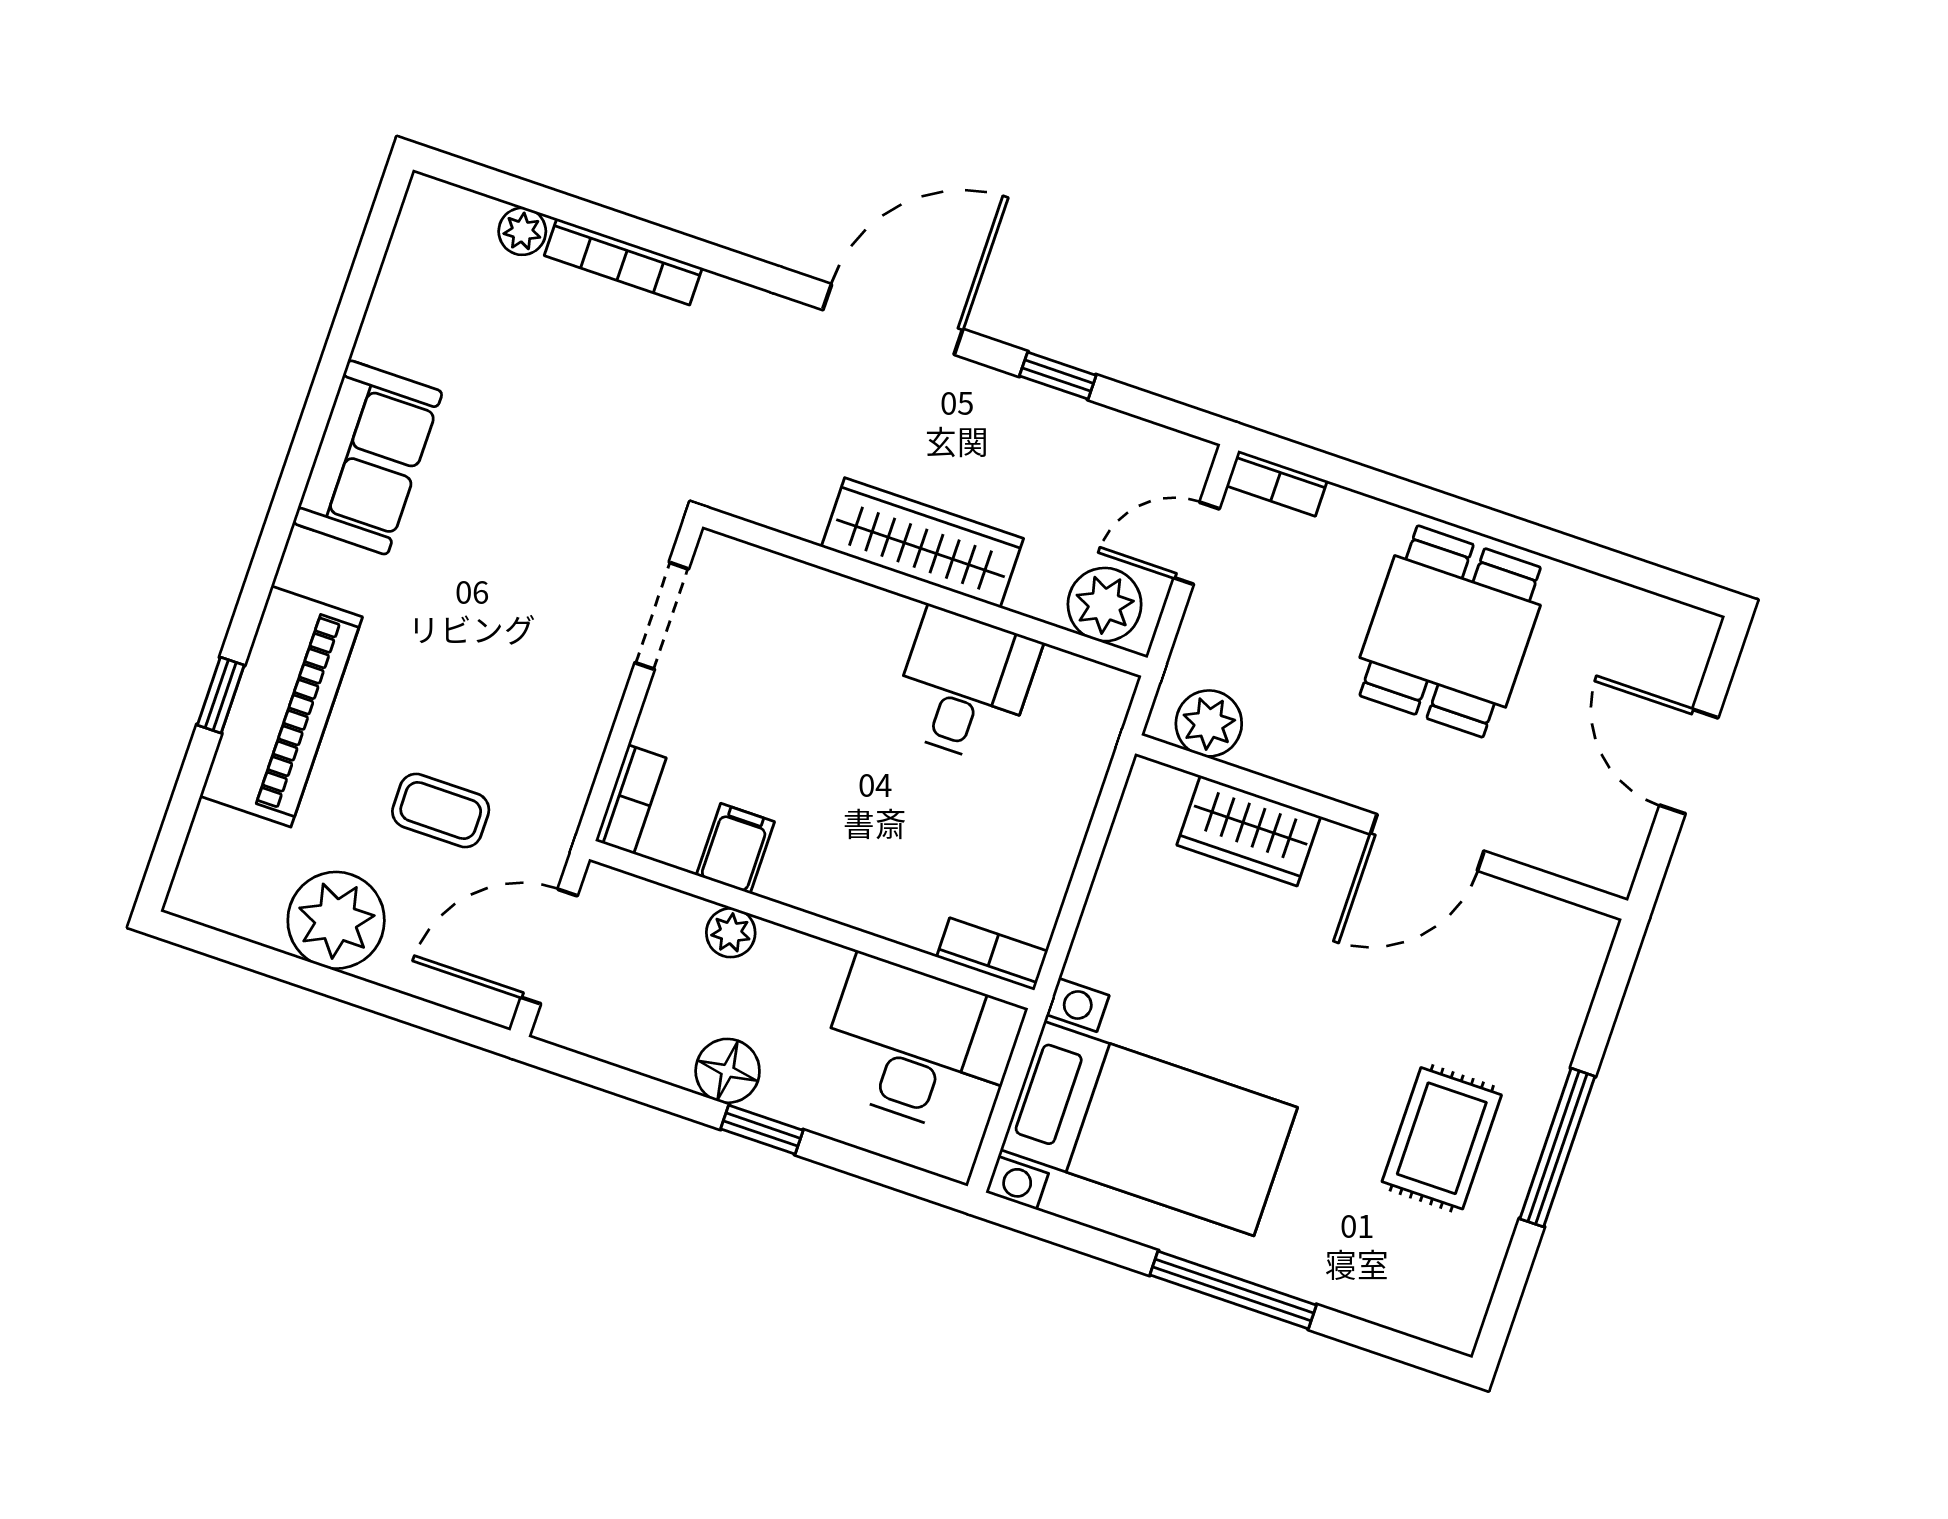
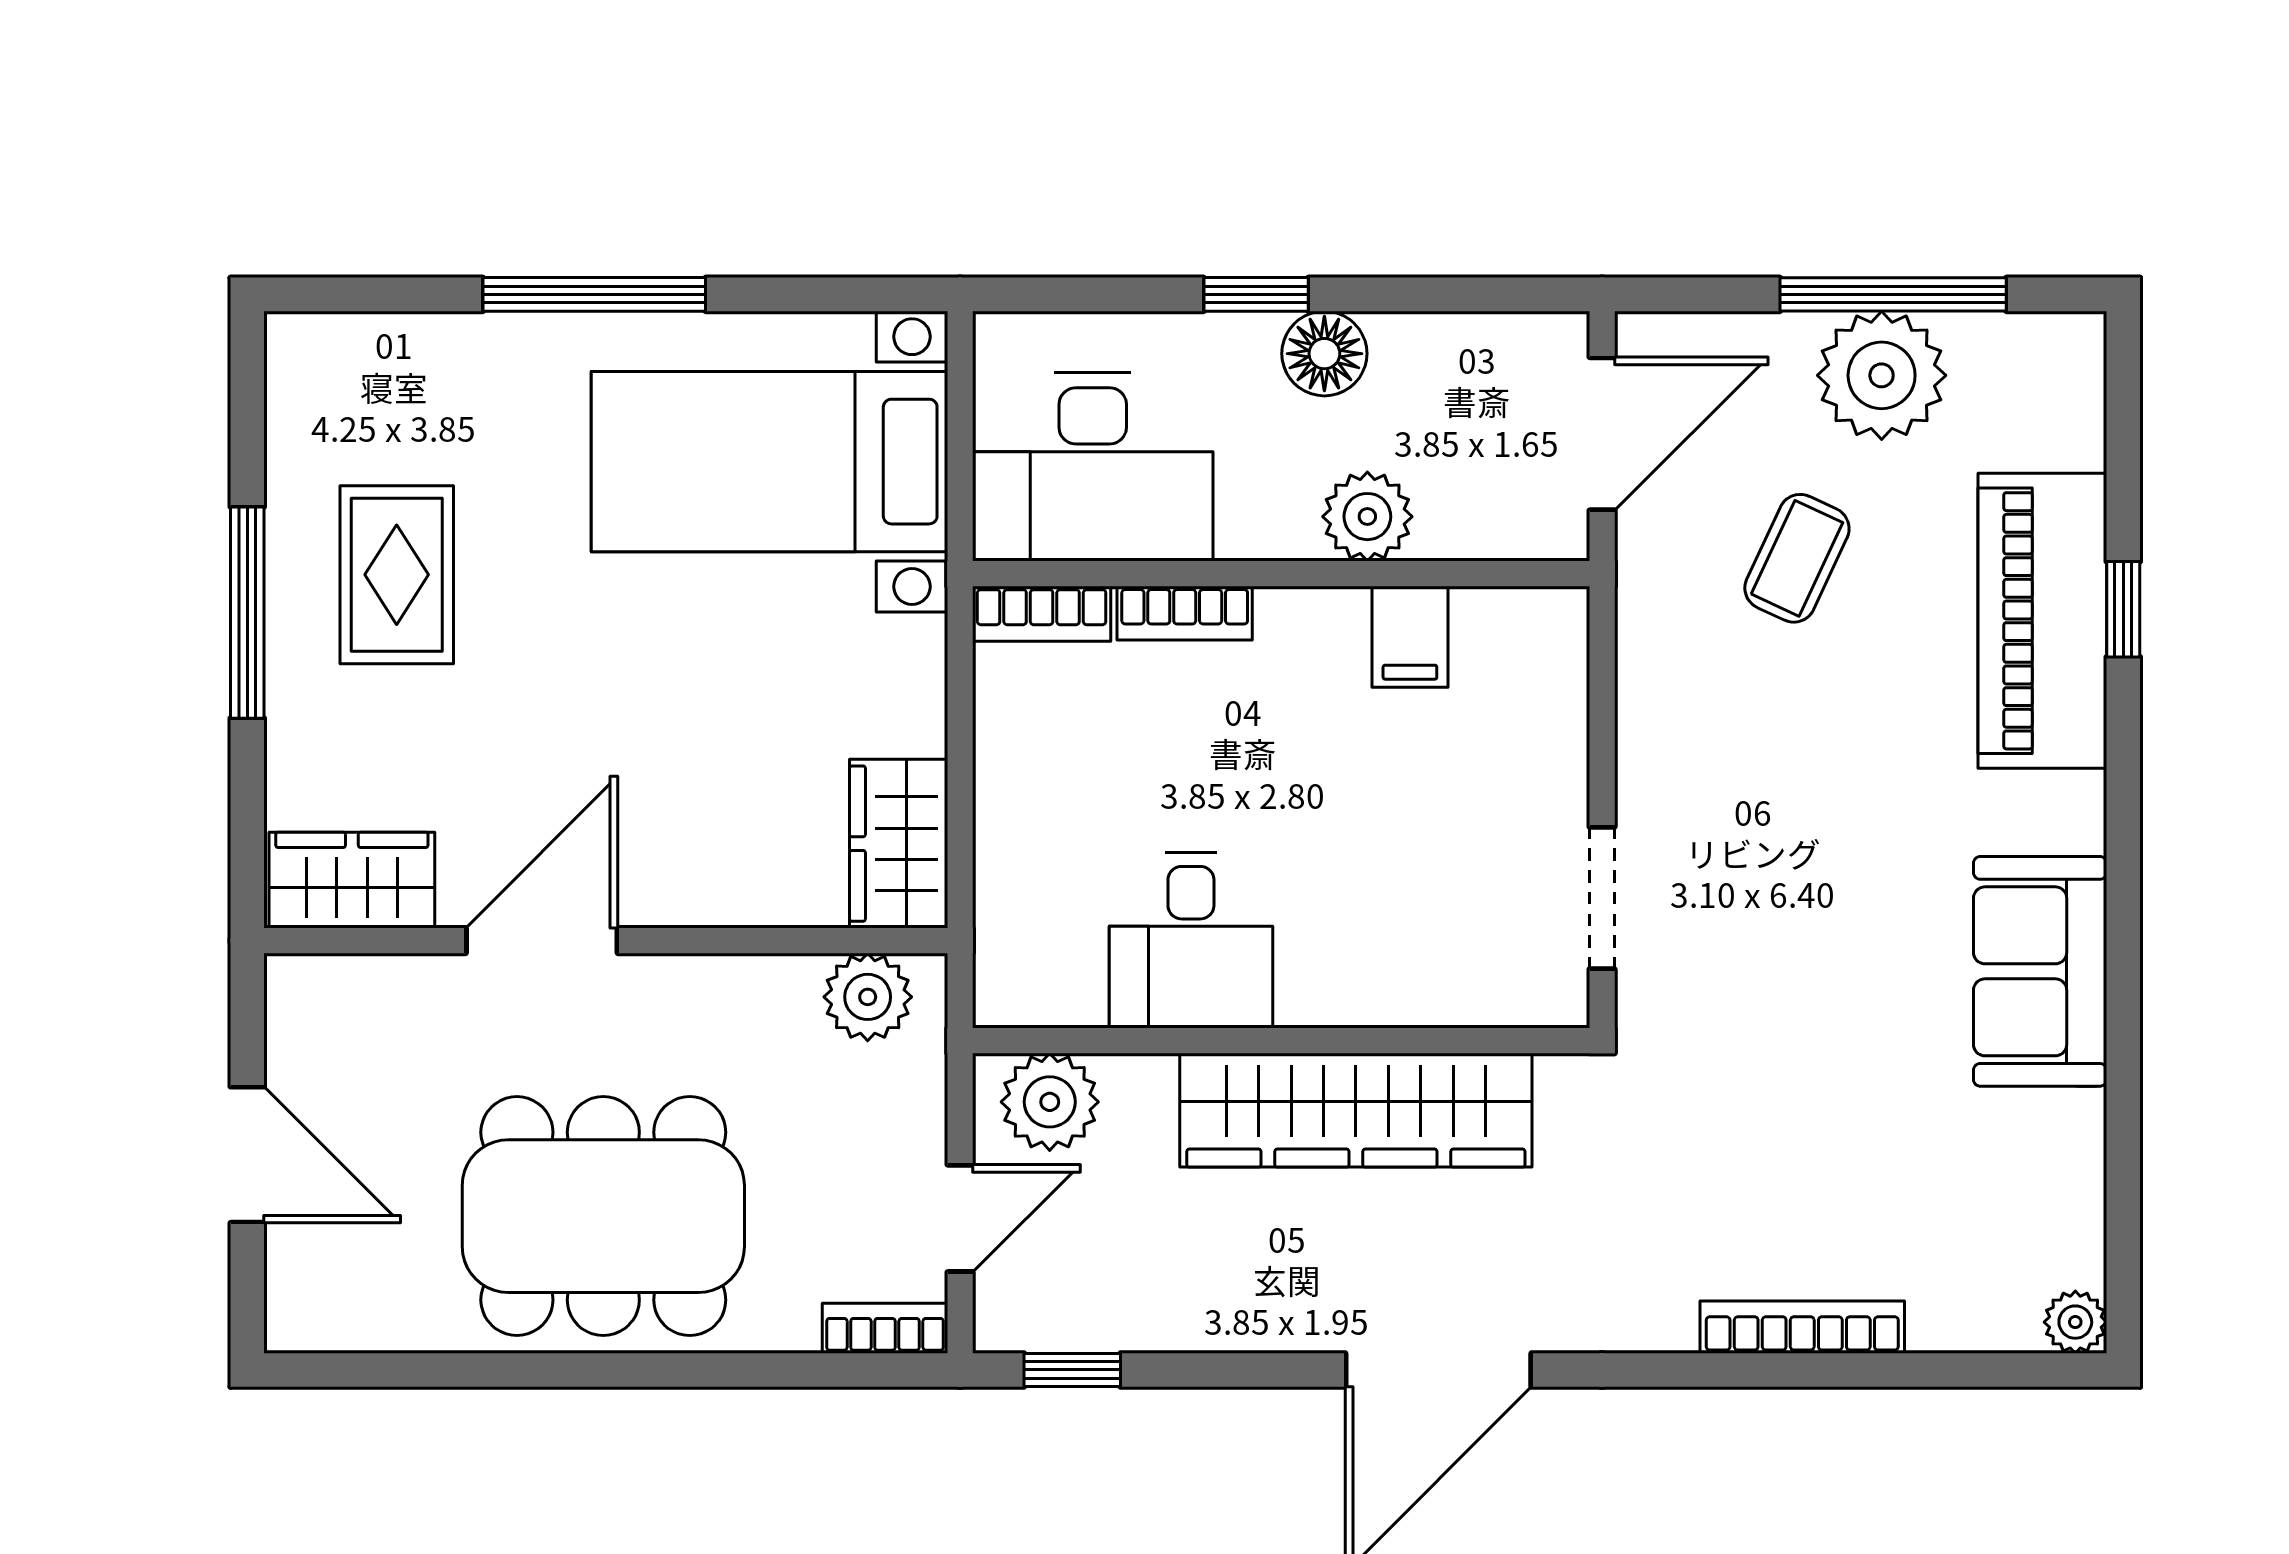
plant: (522, 231) -> (2075, 1322), moved
window: (1058, 376) -> (1072, 1370), moved
wardrobe: (922, 543) -> (1356, 1110), width x1.40, depth x1.17
dining table: (1450, 631) -> (603, 1216), width x1.38
bookcase: (631, 799) -> (1185, 613), moved, turned -90
coffee table: (441, 811) -> (1797, 558), turned -65
wardrobe: (1249, 831) -> (899, 844), moved, turned -90
wardrobe: (1548, 932) -> (352, 880), added
plant: (731, 933) -> (1367, 517), width x1.38, depth x1.38
window: (308, 975) -> (1893, 294), added

